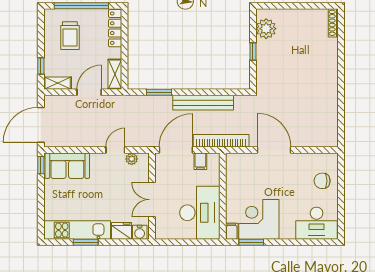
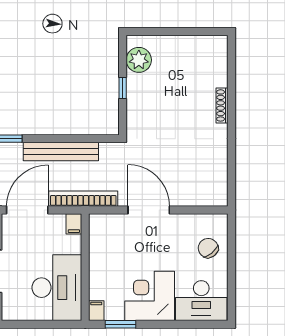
shoe rack: (333, 23) -> (222, 105), moved
filing cabinet: (200, 161) -> (74, 224), moved
chair: (322, 181) -> (208, 248), turned 51
corner desk: (259, 219) -> (150, 296), moved

